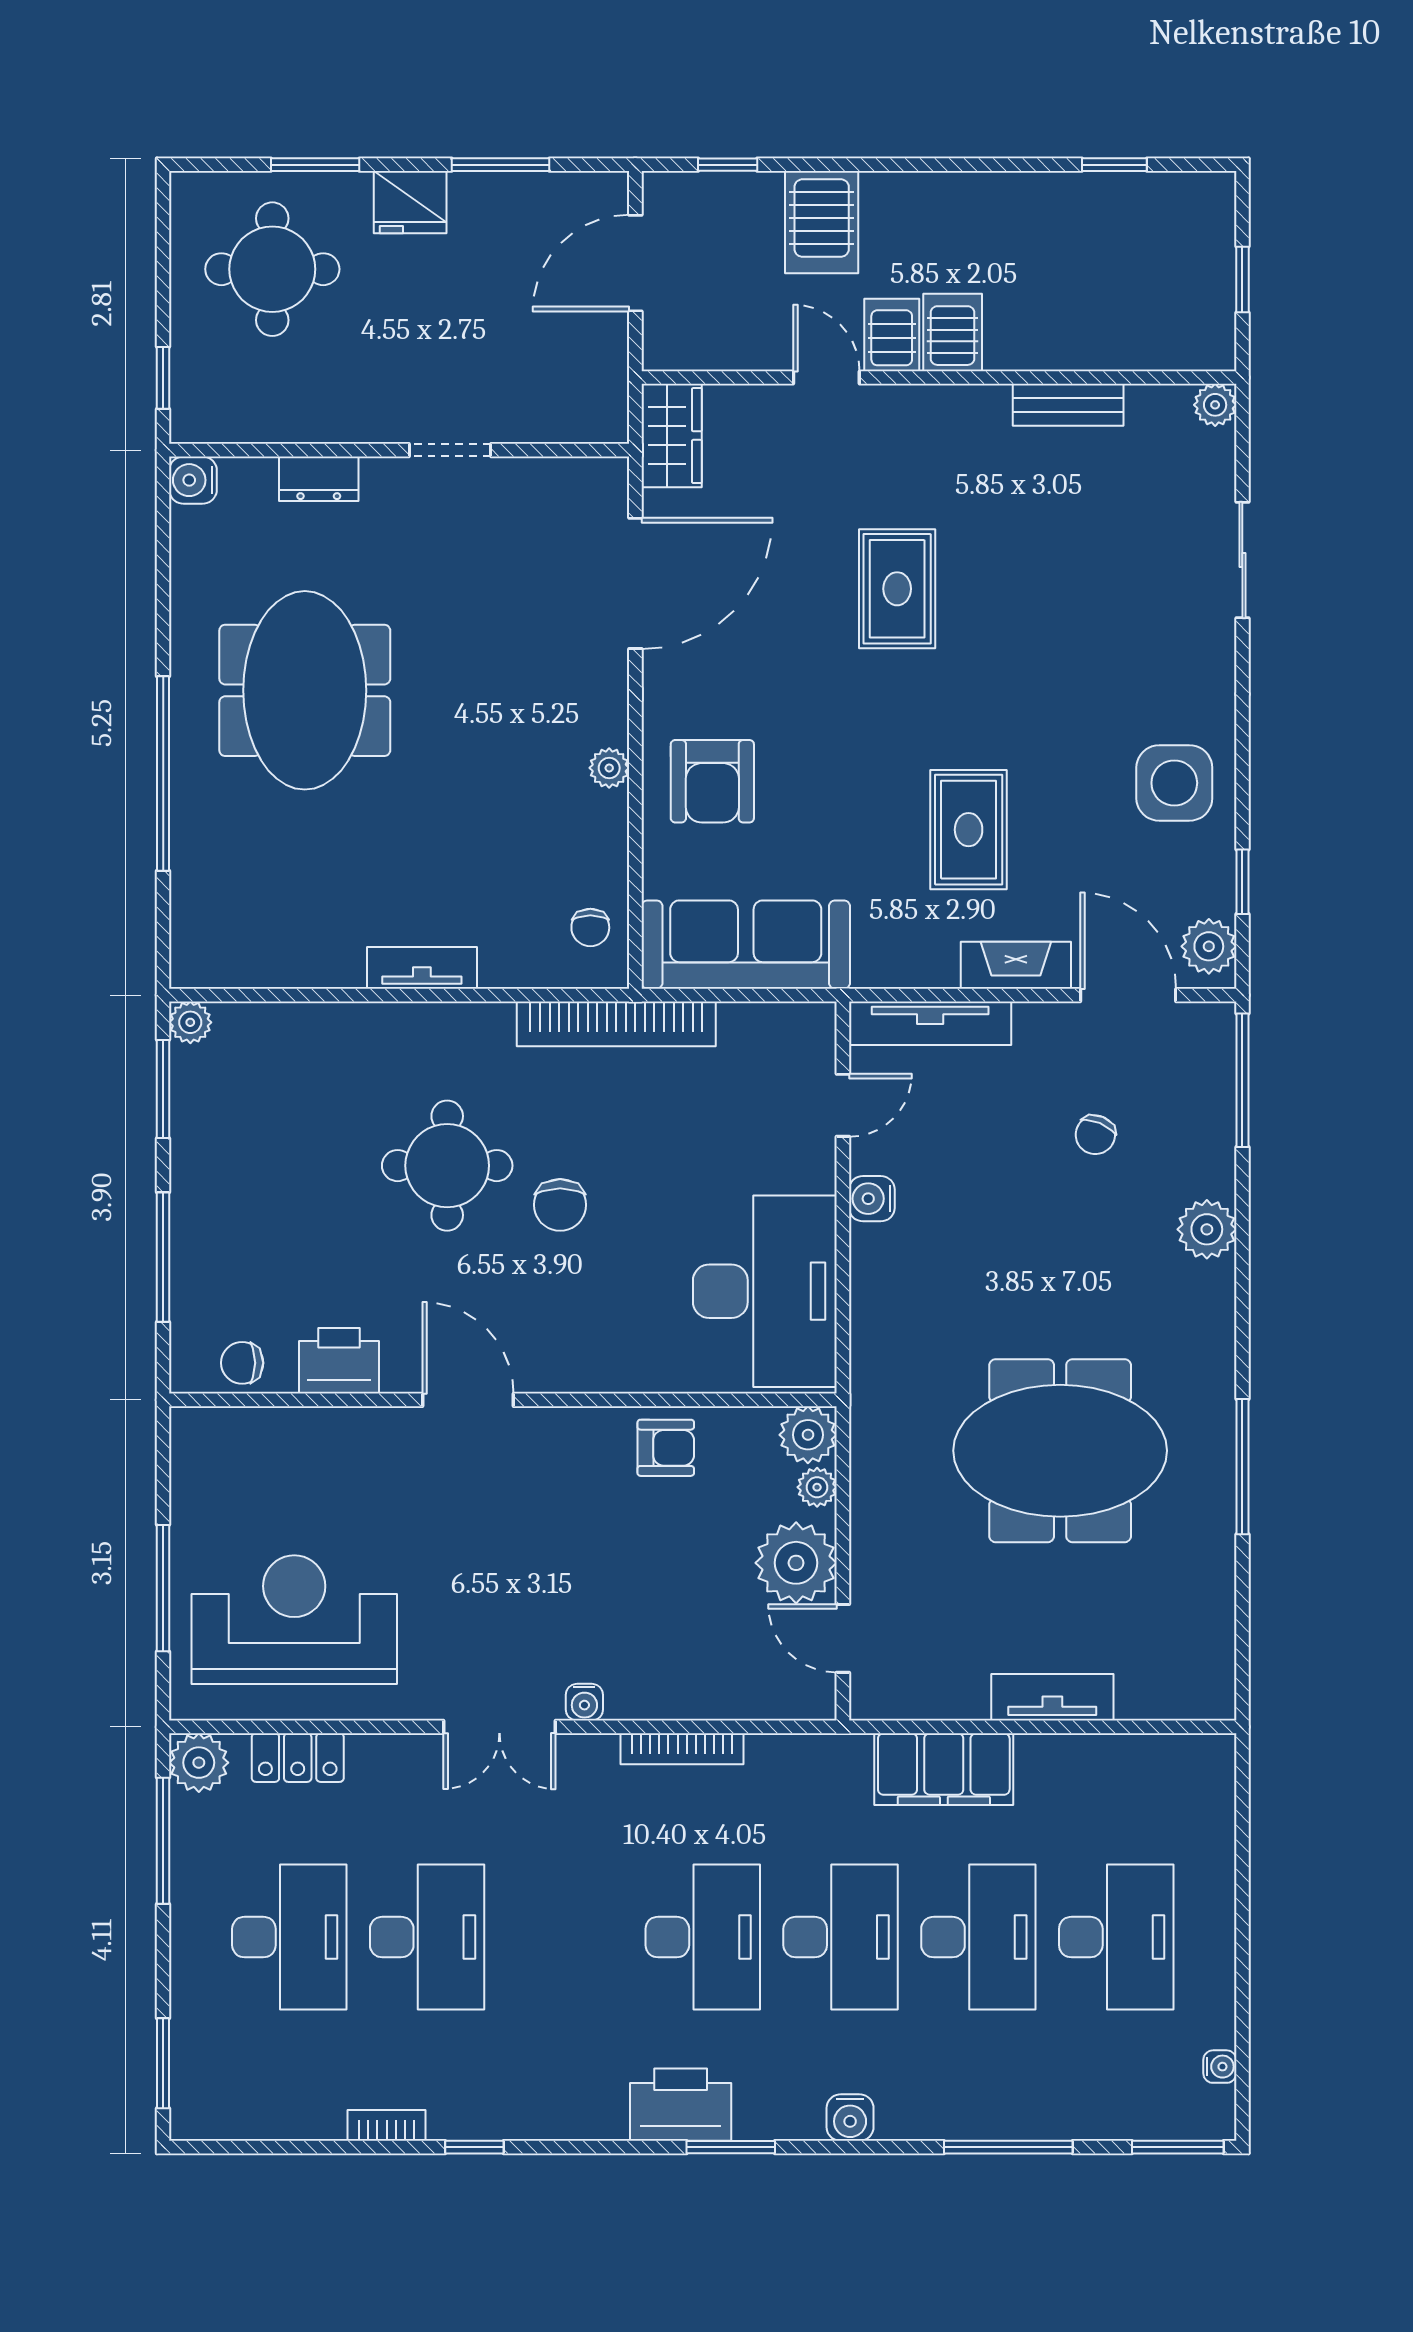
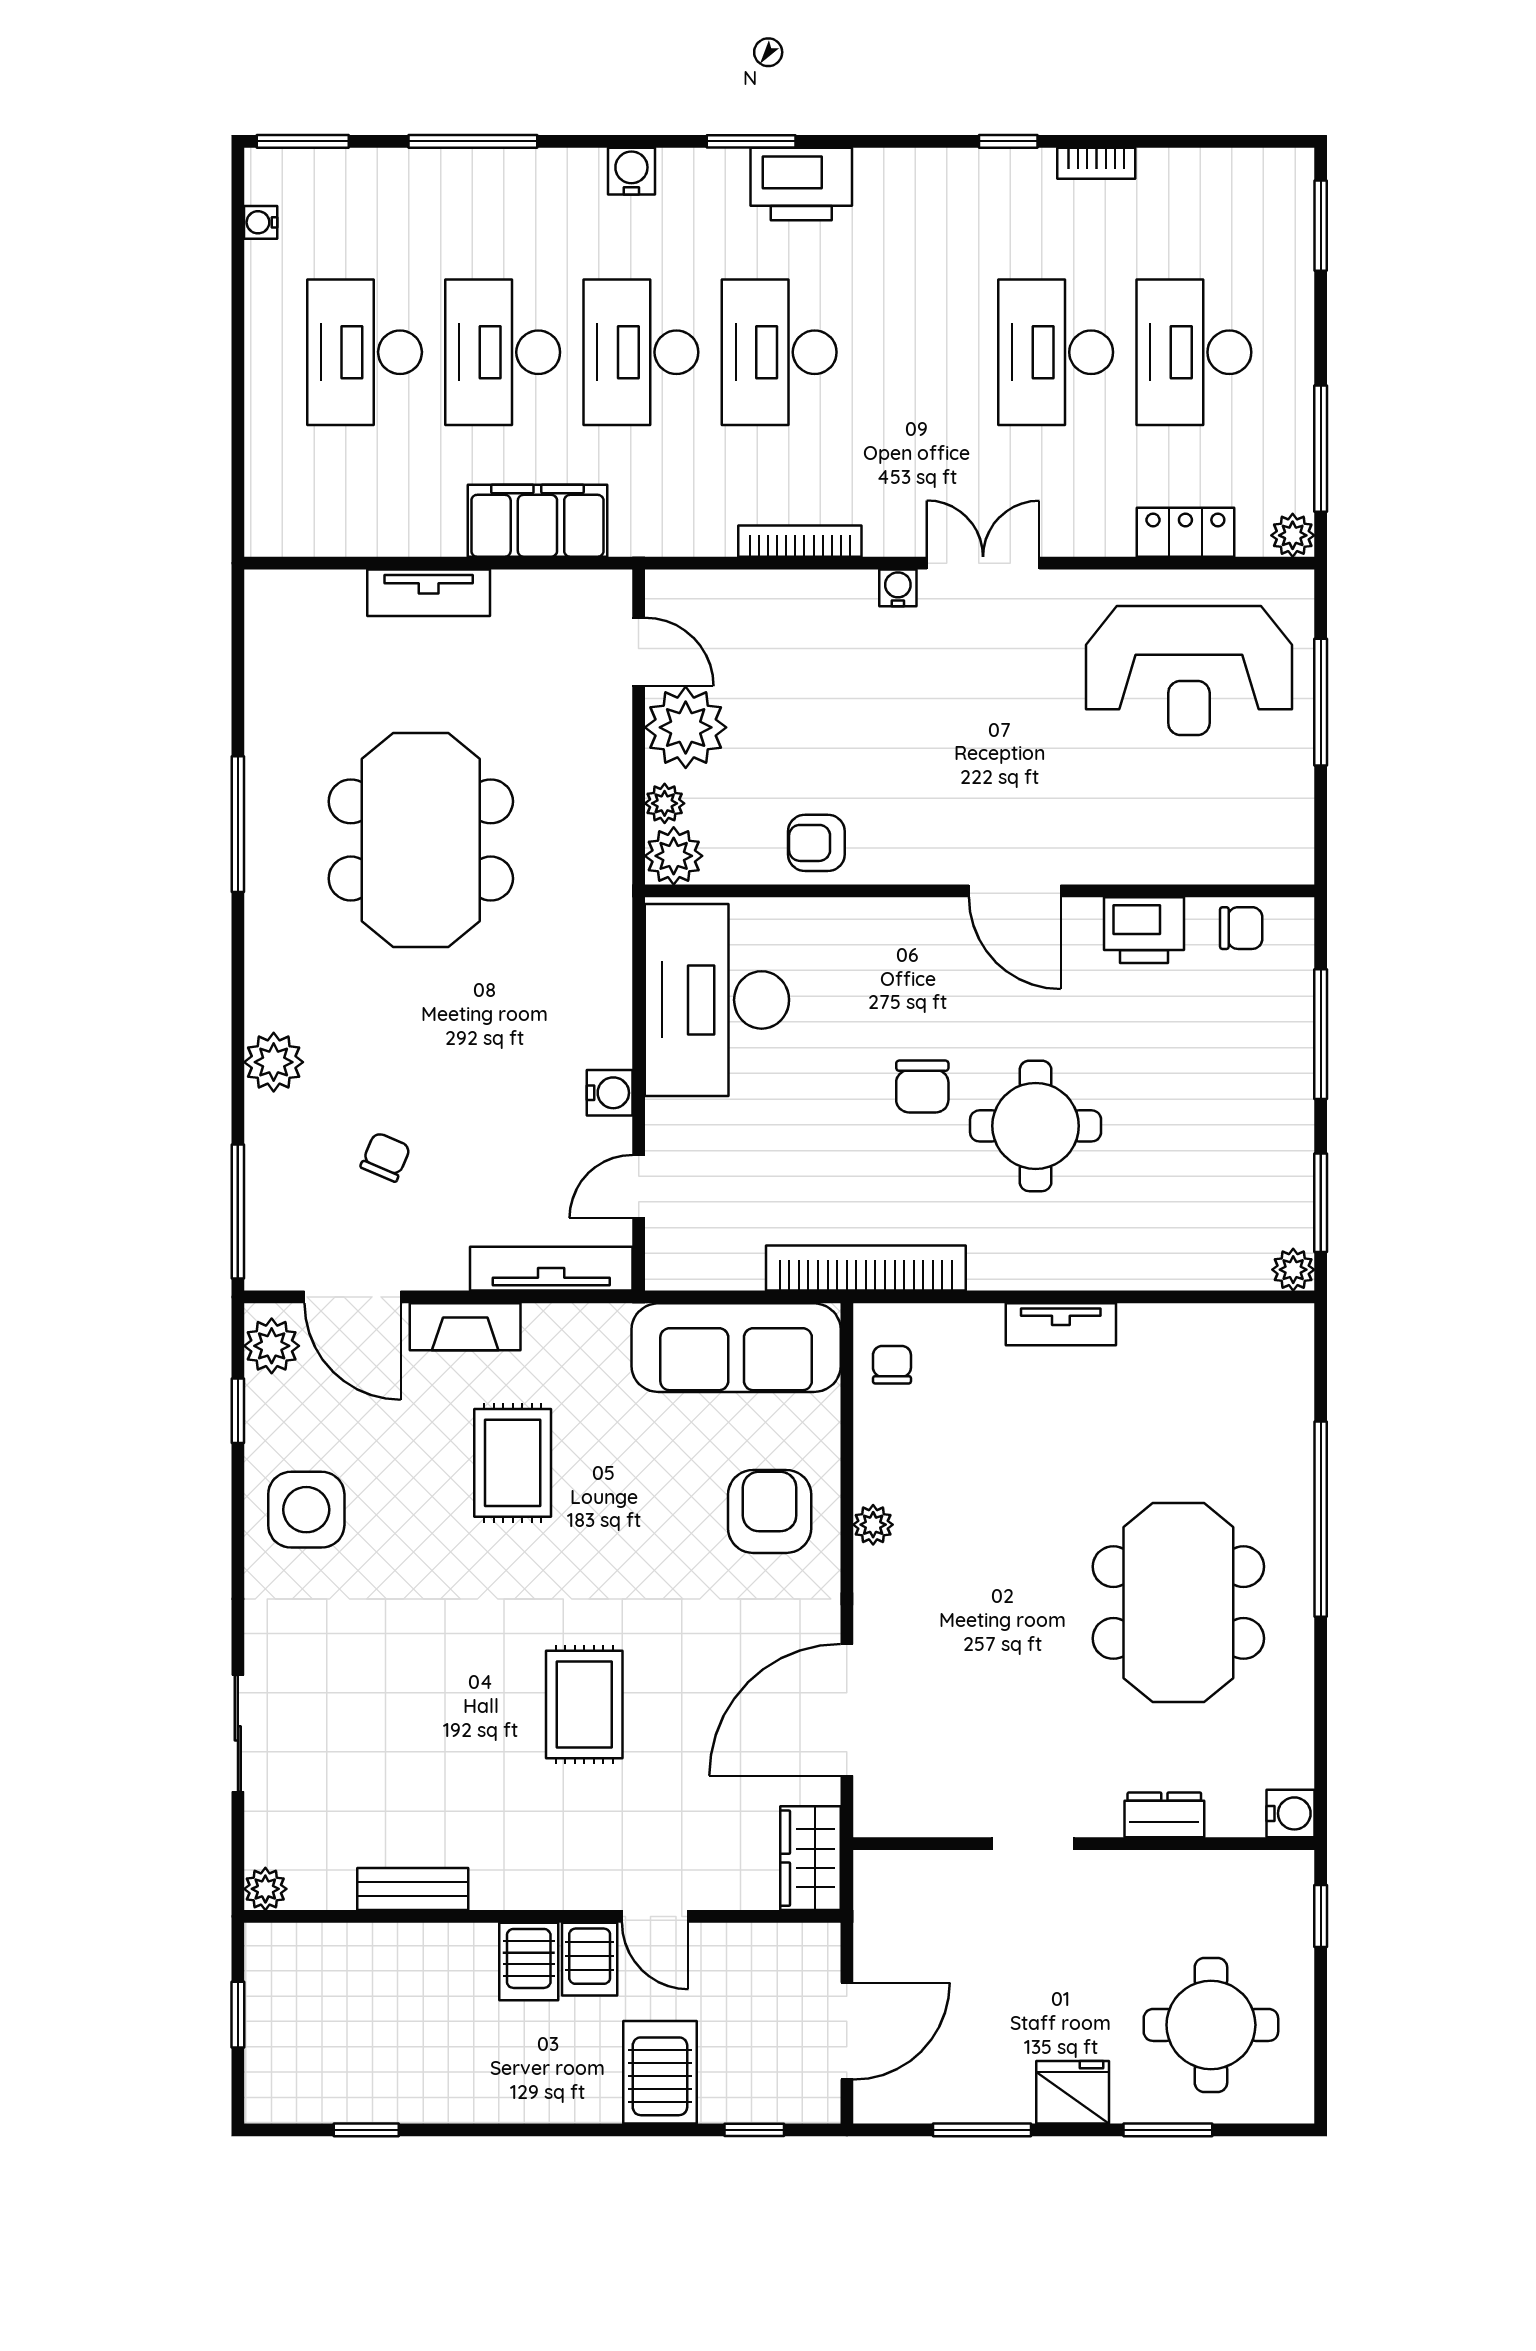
chair: (560, 1205) -> (922, 1087), turned 180
meeting table: (1060, 1451) -> (421, 840), turned 90
plant: (199, 1763) -> (1293, 535), width x0.73, depth x0.73

